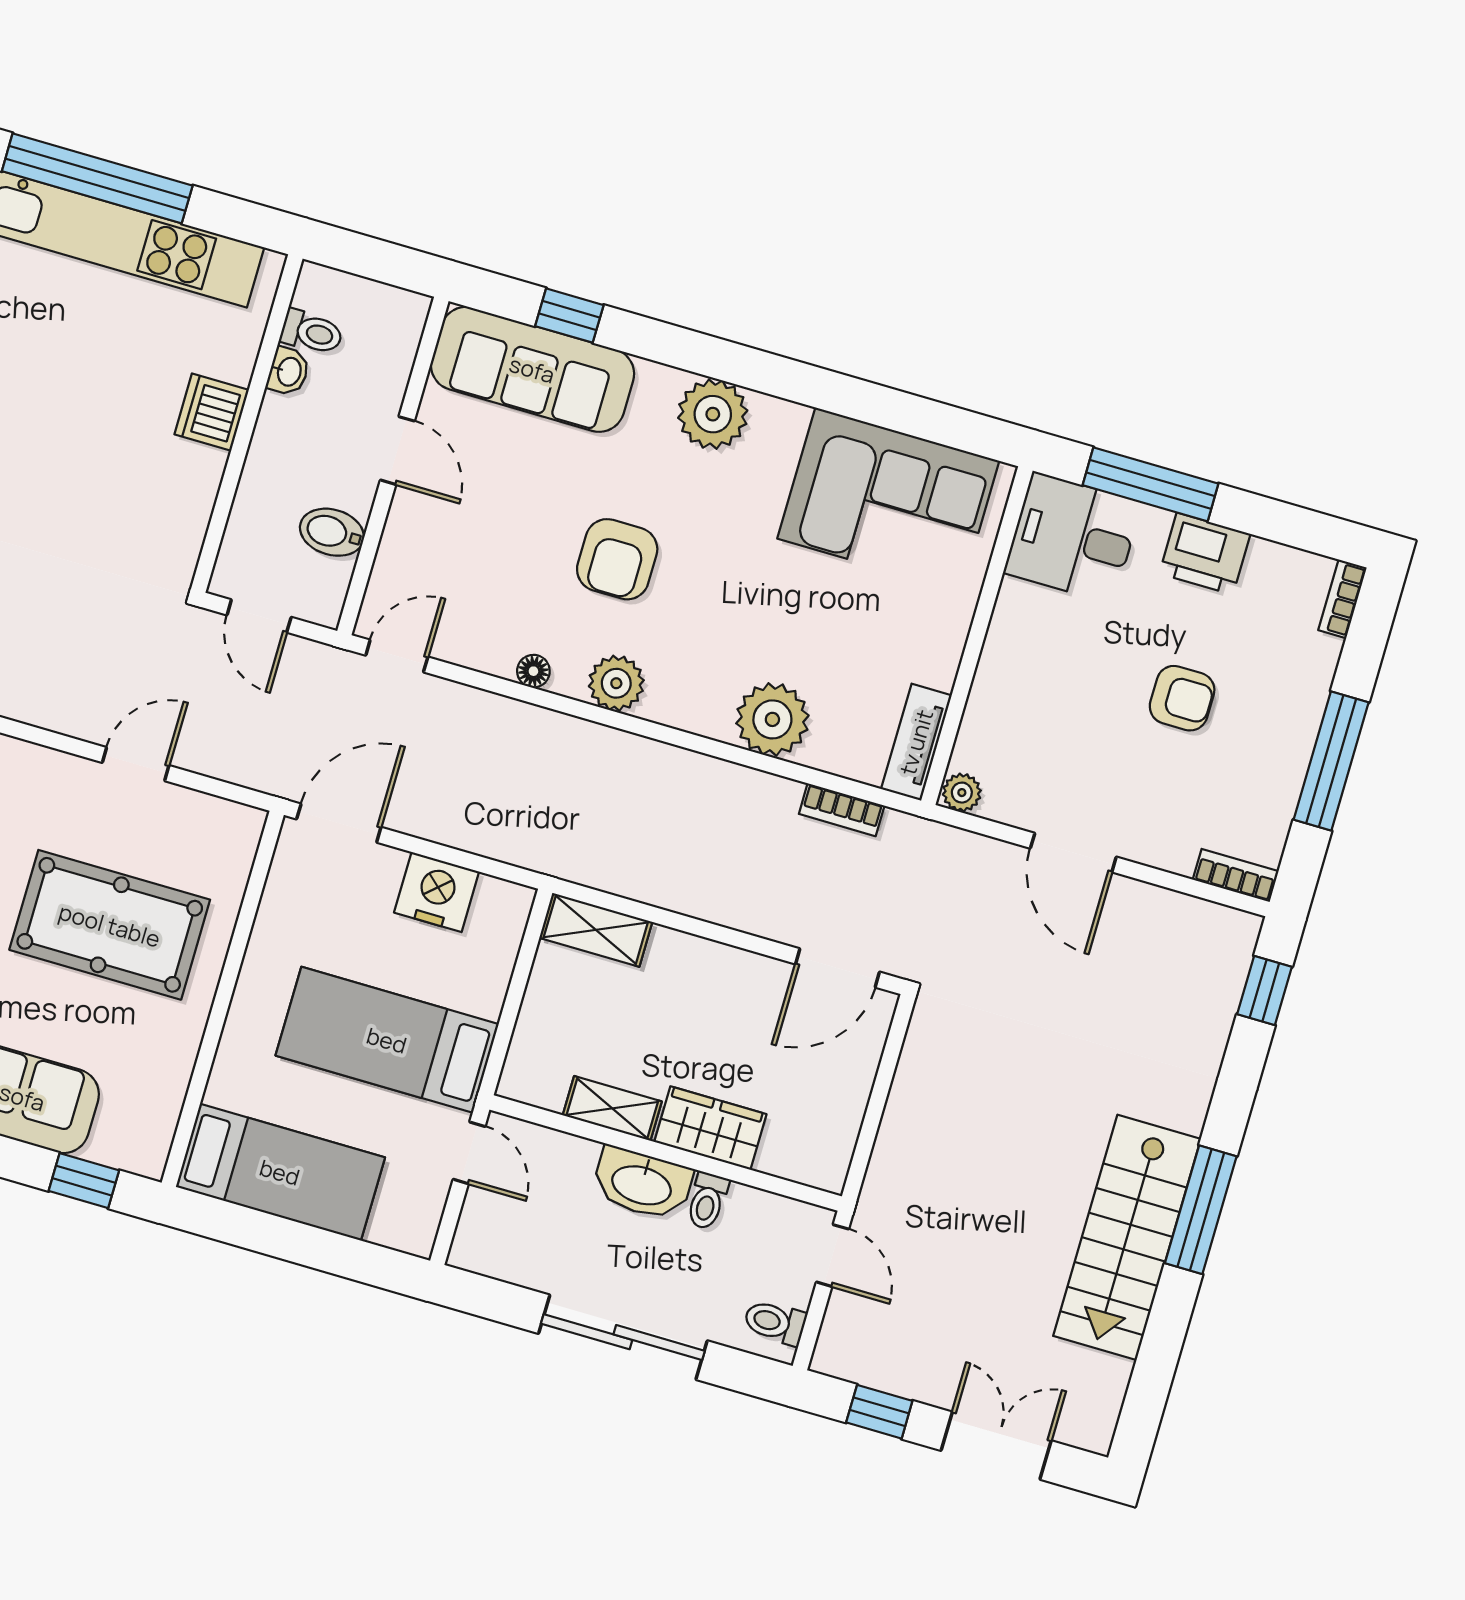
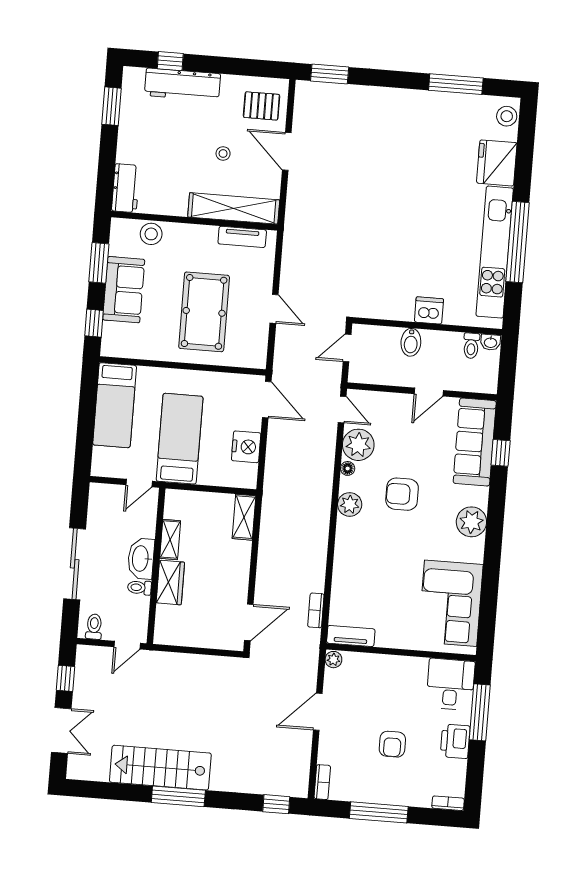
washbasin: (288, 371) -> (491, 342), moved
bidet: (332, 532) -> (411, 342), moved, turned 180
plant: (772, 719) -> (358, 445), moved
door: (837, 968) -> (249, 622), swing flipped

